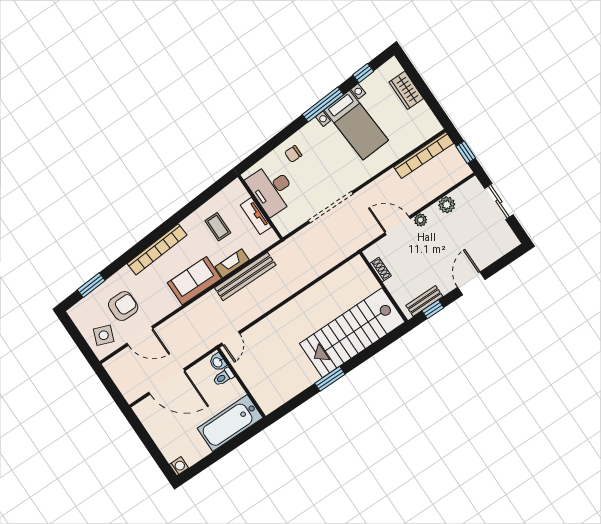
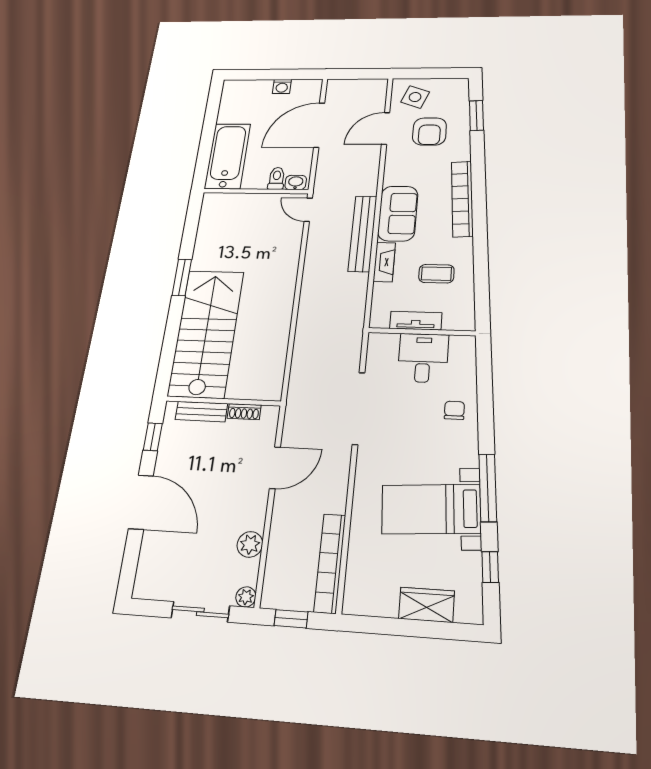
desk: (272, 189) -> (423, 358), width x0.73
plant: (421, 220) -> (246, 597), moved
bench: (245, 276) -> (363, 234), moved
door: (471, 283) -> (141, 502), width x1.36
bench: (424, 301) -> (201, 412), moved, turned 90
washing machine: (179, 466) -> (282, 87), moved

